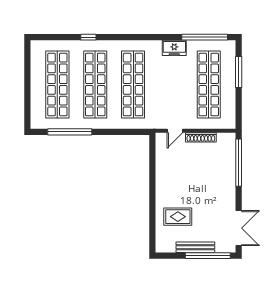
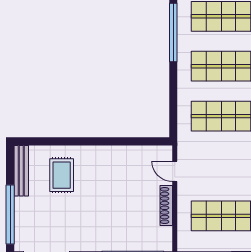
bench: (195, 247) -> (21, 171), moved

